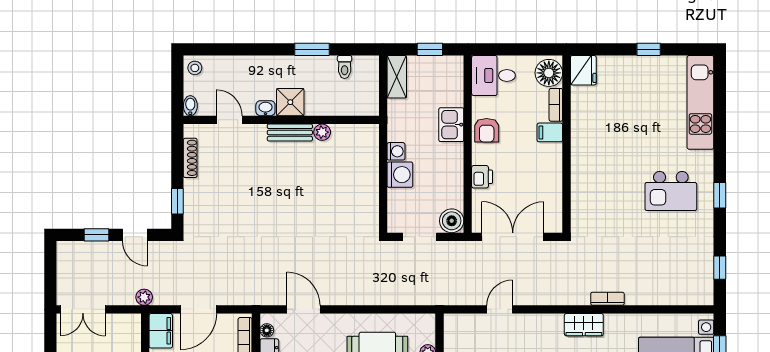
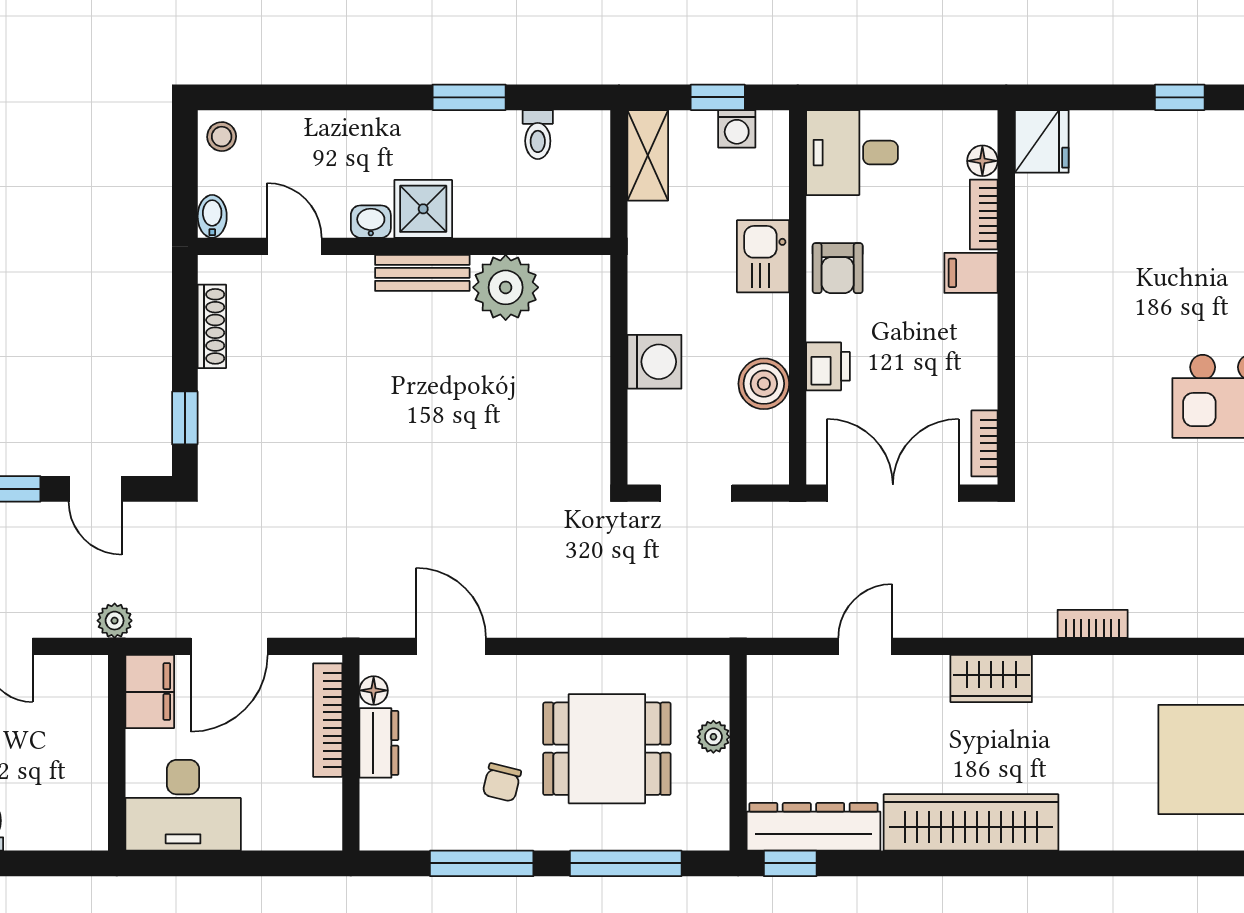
floor lamp: (549, 73) -> (982, 161), width x0.53, depth x0.53
plant: (322, 132) -> (506, 287), width x1.88, depth x1.88
washing machine: (396, 151) -> (737, 129), moved, turned 90
bookcase: (556, 213) -> (985, 443), added
boiler: (452, 221) -> (764, 384), moved
wardrobe: (584, 325) -> (991, 679), moved

